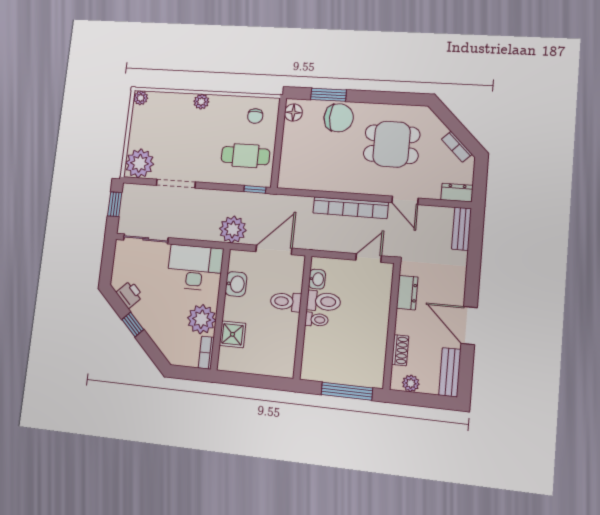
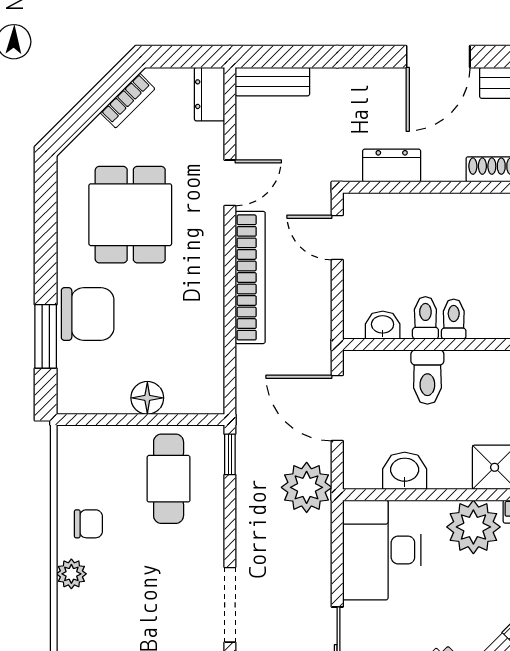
floor lamp: (293, 113) -> (147, 398), moved
chair: (255, 116) -> (88, 524), moved
chair: (339, 118) -> (88, 314), turned 90
toilet: (324, 301) -> (425, 318), width x0.73, depth x0.72

